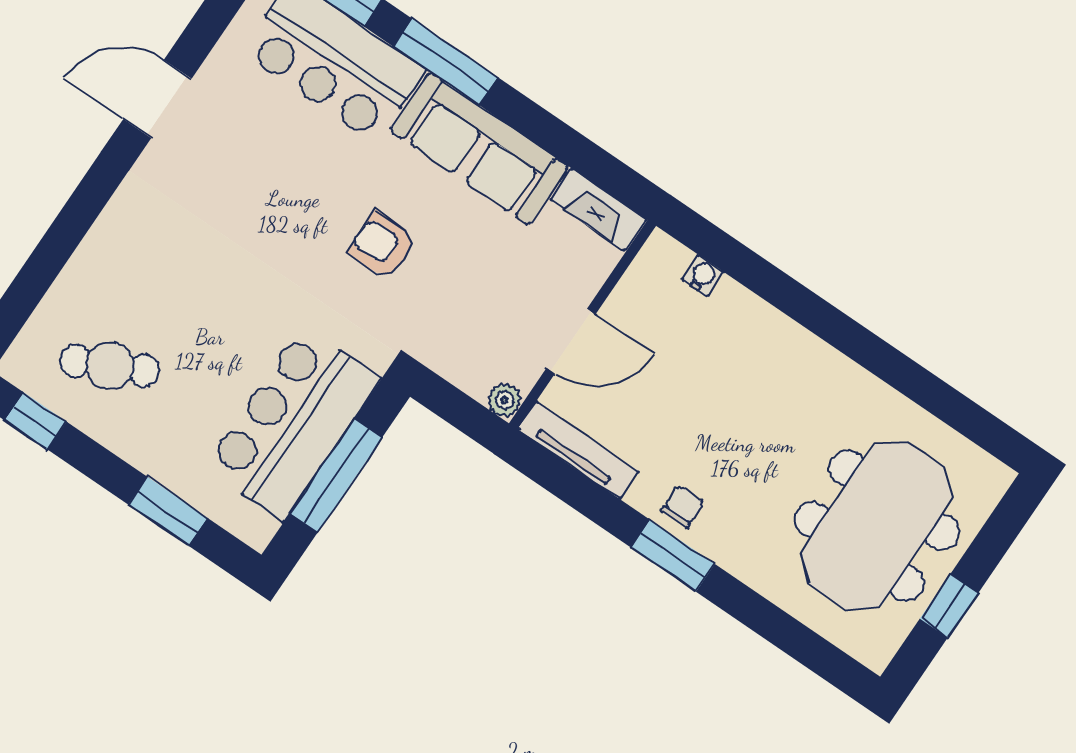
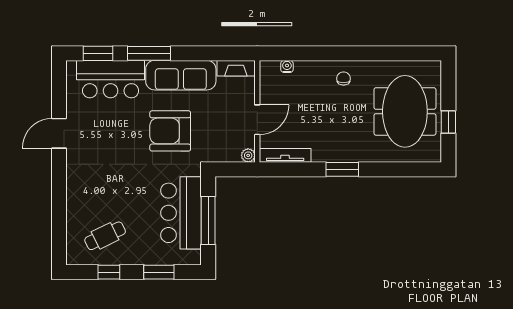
armchair: (382, 245) -> (170, 131), width x1.88, depth x1.88
window: (35, 421) -> (109, 272), moved
chair: (683, 507) -> (343, 78), moved

